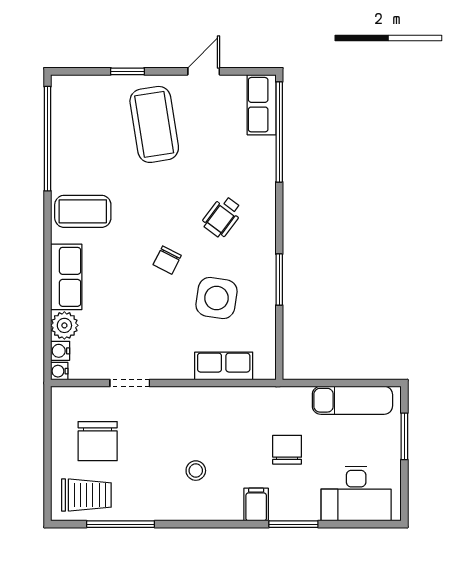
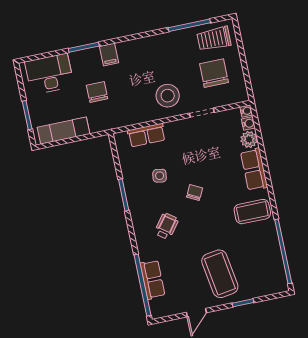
row of seats: (262, 105) -> (153, 280), moved
side table: (216, 298) -> (160, 176), width x0.54, depth x0.54
chair: (287, 450) -> (97, 92), turned 180
stool: (196, 471) -> (168, 96), moved, width x1.89, depth x1.89

